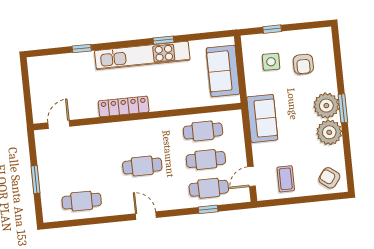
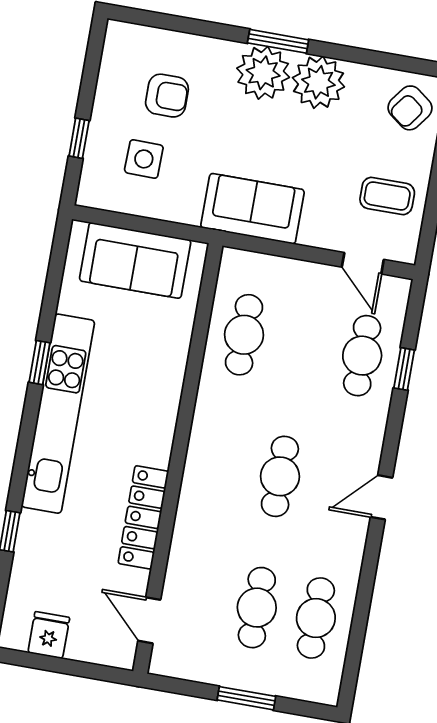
fridge: (39, 80) -> (49, 635), added
locker: (124, 106) -> (143, 517), moved
cafe table: (206, 160) -> (257, 608), moved

